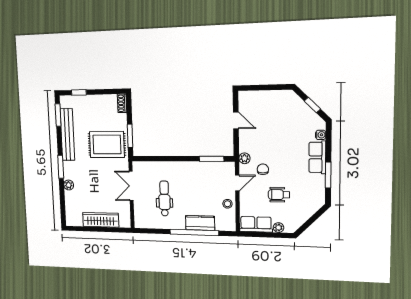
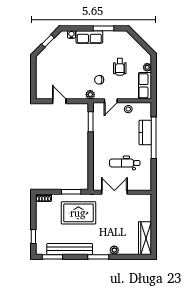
door: (236, 120) -> (59, 101), hinge flipped
rug: (107, 145) -> (78, 213), turned 90
door: (237, 183) -> (111, 101), swing flipped
double door: (131, 186) -> (114, 192), swing flipped
wardrobe: (101, 220) -> (145, 238), moved

